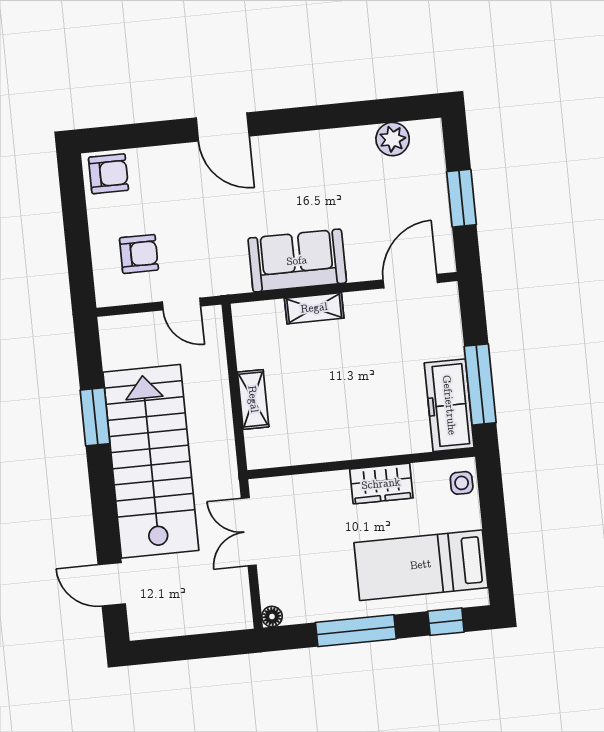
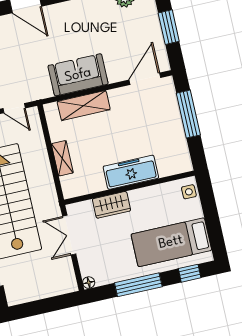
shelving: (314, 308) -> (84, 106), width x1.50, depth x1.33
window: (480, 384) -> (188, 114), moved
freezer: (449, 405) -> (131, 172), moved, turned 90
wardrobe: (381, 484) -> (112, 205), moved

